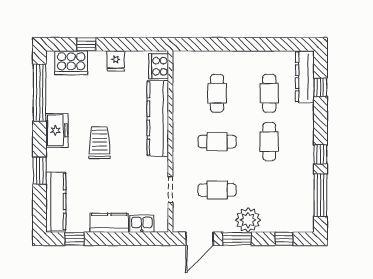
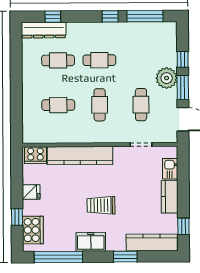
window: (284, 239) -> (183, 59), moved

